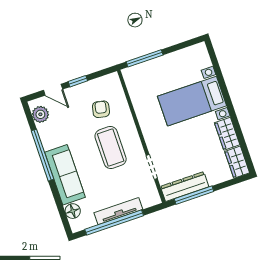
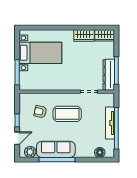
bed with nightstands: (192, 101) -> (40, 53), moved, turned -90
sofa: (65, 175) -> (56, 149), moved

